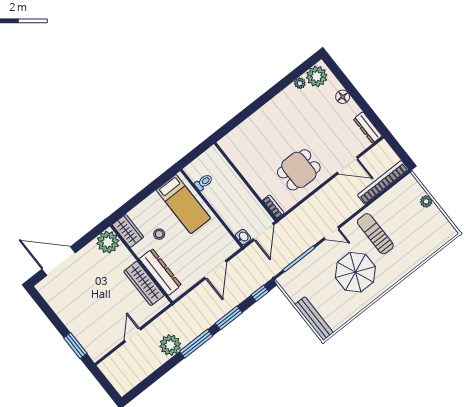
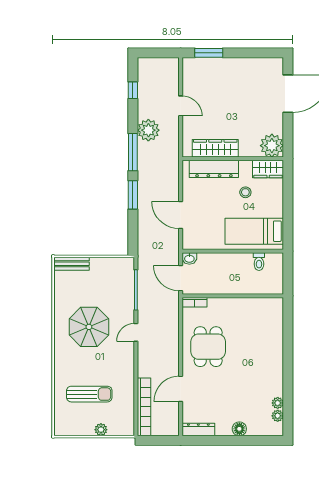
plant: (317, 76) -> (278, 416), width x0.53, depth x0.53
sun lounger: (375, 234) -> (89, 394), moved
window: (260, 293) -> (133, 90), moved
bench: (314, 319) -> (71, 264), width x0.73

